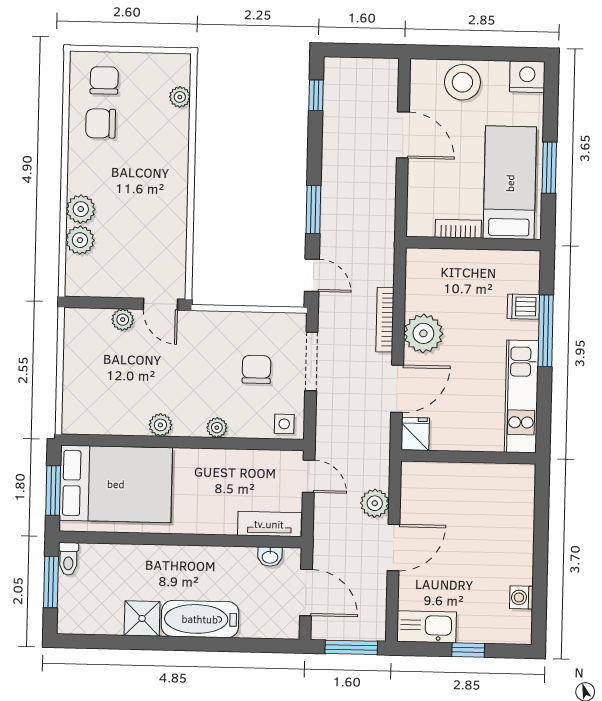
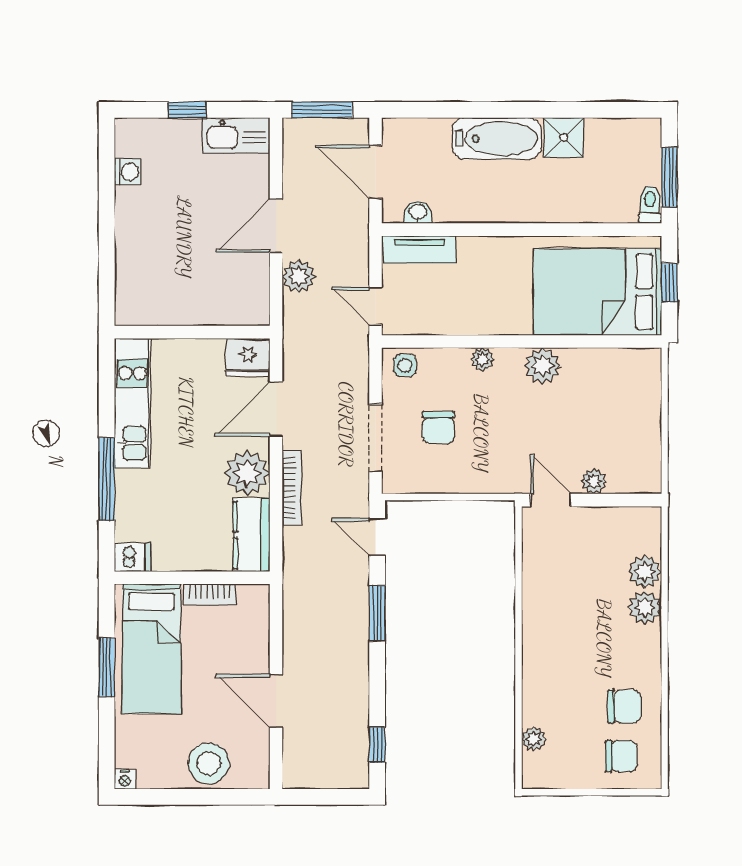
nightstand: (527, 77) -> (125, 779), width x0.53, depth x0.56
chair: (104, 80) -> (621, 756), turned -90
kitchen counter: (421, 280) -> (251, 535), added
dishwasher: (523, 307) -> (133, 557), moved
plant: (160, 425) -> (542, 366), width x1.38, depth x1.38
fridge: (415, 434) -> (248, 357), width x1.38
window: (53, 490) -> (669, 283), width x0.67

